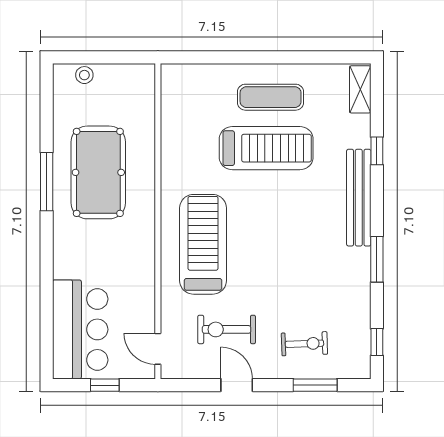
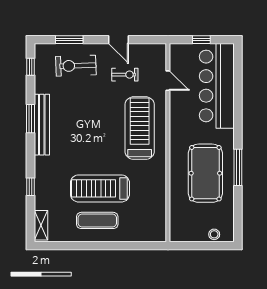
bench: (359, 198) -> (42, 125), moved
treadmill: (203, 244) -> (140, 128), turned 180
bar counter: (80, 329) -> (217, 86), width x1.36
exercise bike: (227, 329) -> (125, 75), width x0.73, depth x0.72
exercise bike: (304, 344) -> (76, 66), width x1.38, depth x1.39
door: (158, 349) -> (168, 81), moved

